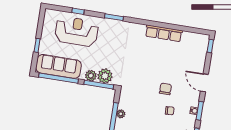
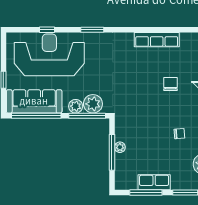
reception desk: (77, 31) -> (49, 55), width x1.36, depth x1.30
chair: (165, 89) -> (171, 84), moved

